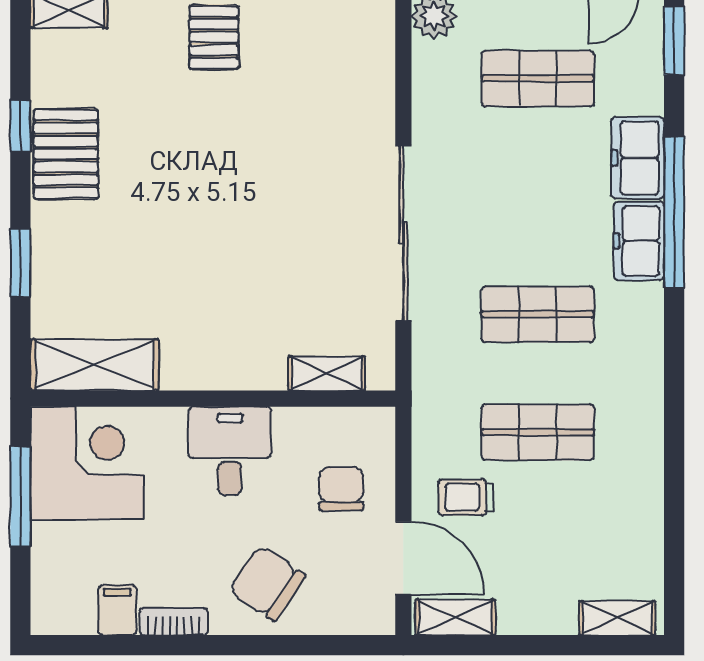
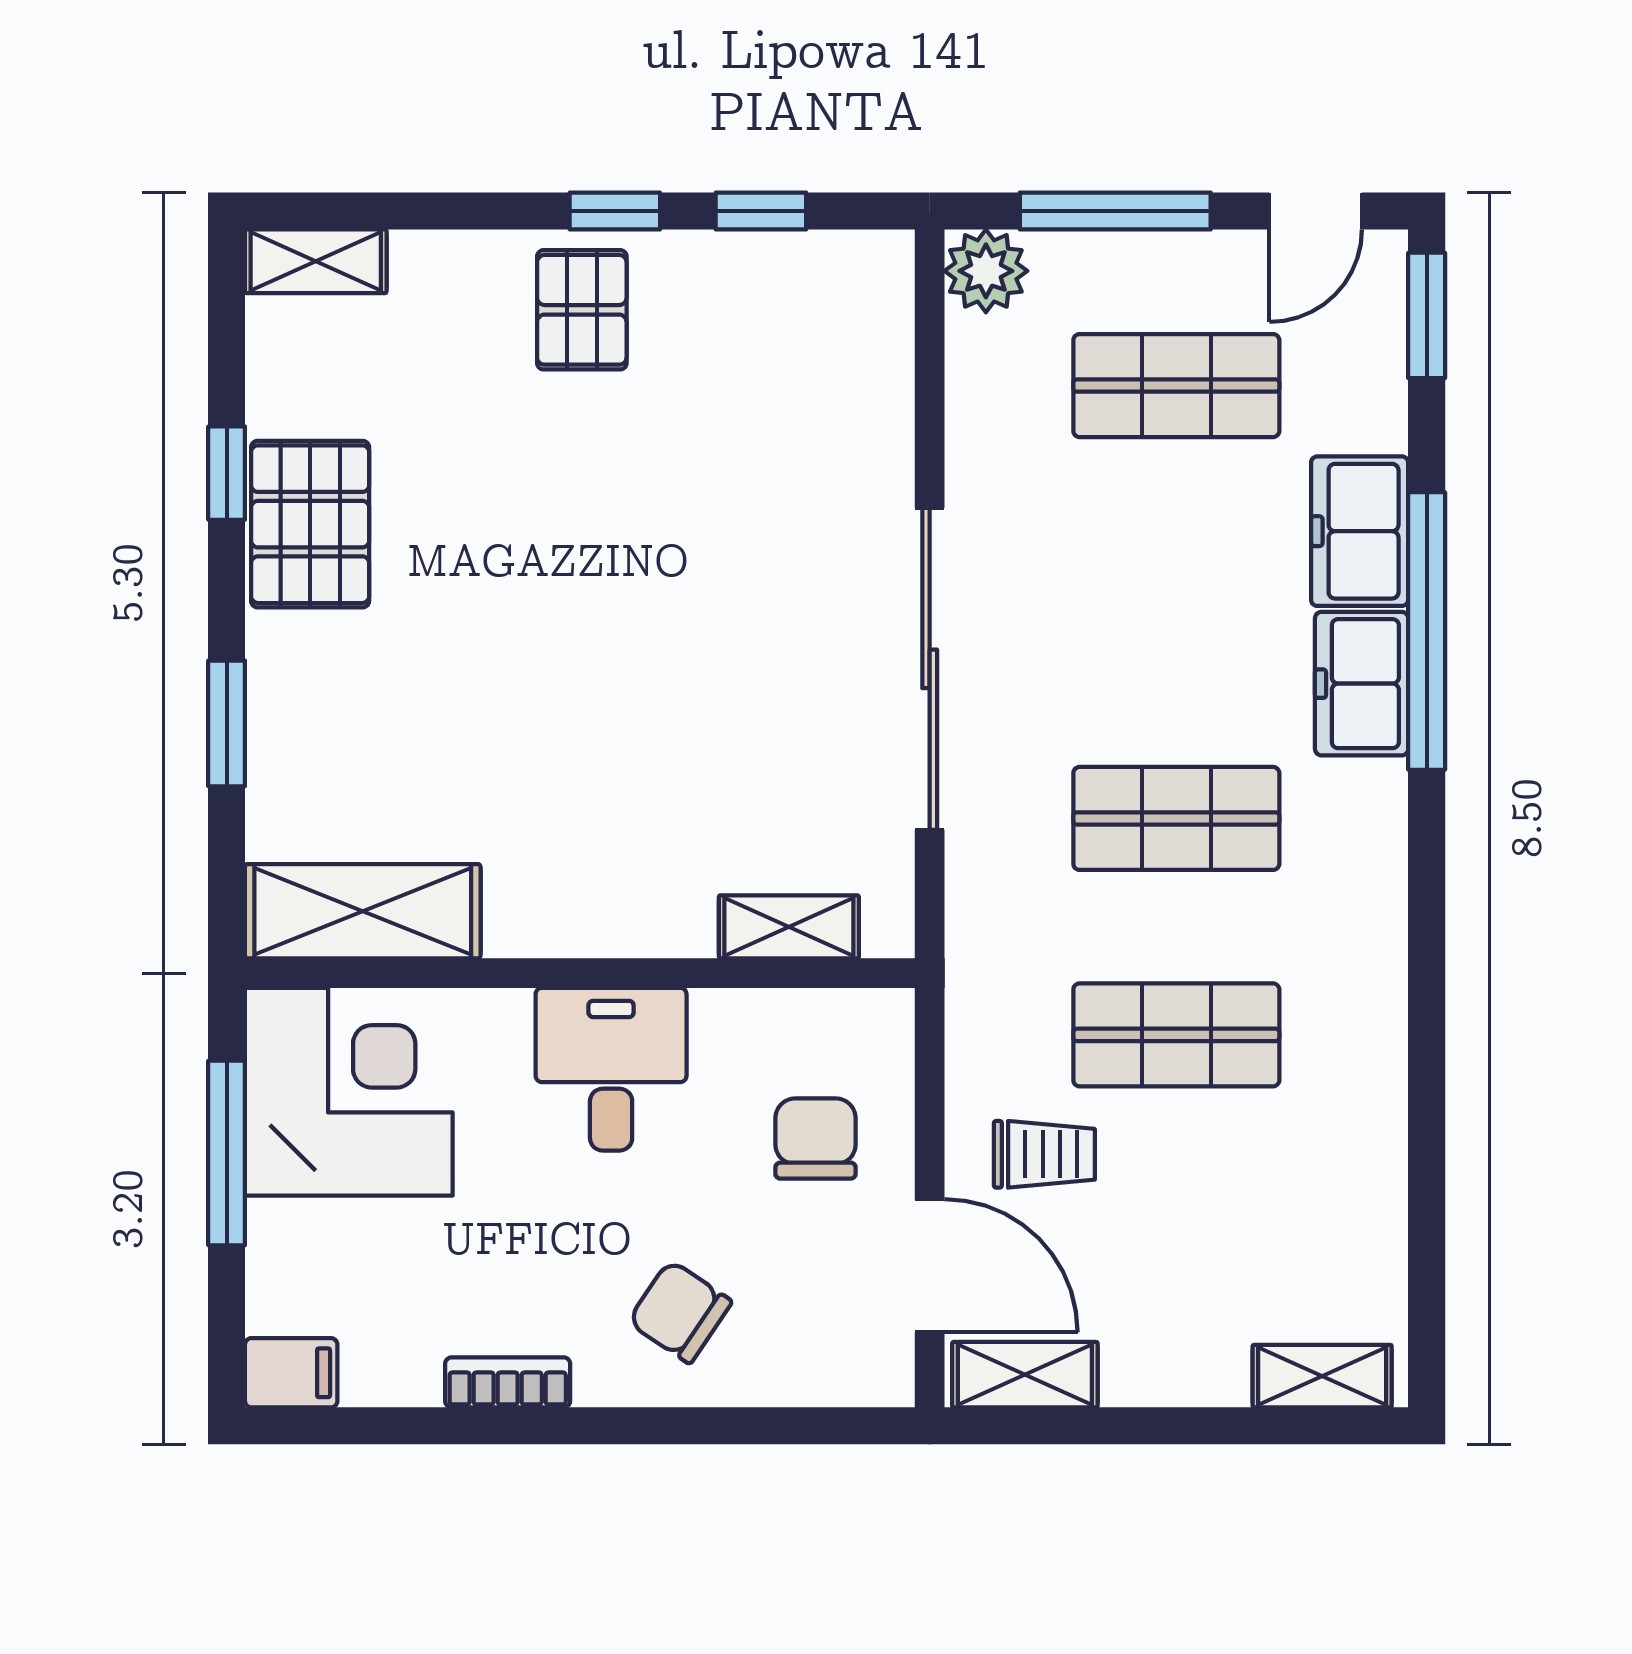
trolley: (466, 497) -> (1044, 1154), turned 180
chair: (267, 583) -> (680, 1312), width x0.73, depth x0.73
filing cabinet: (117, 610) -> (291, 1373), moved, turned 90

